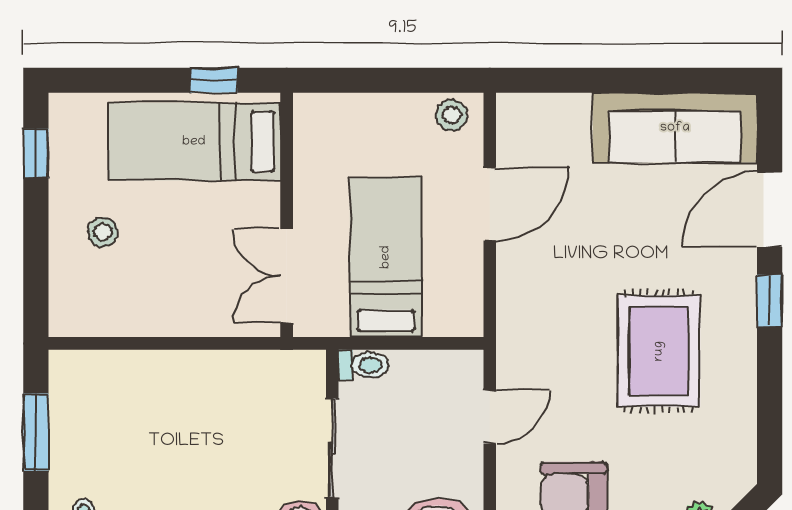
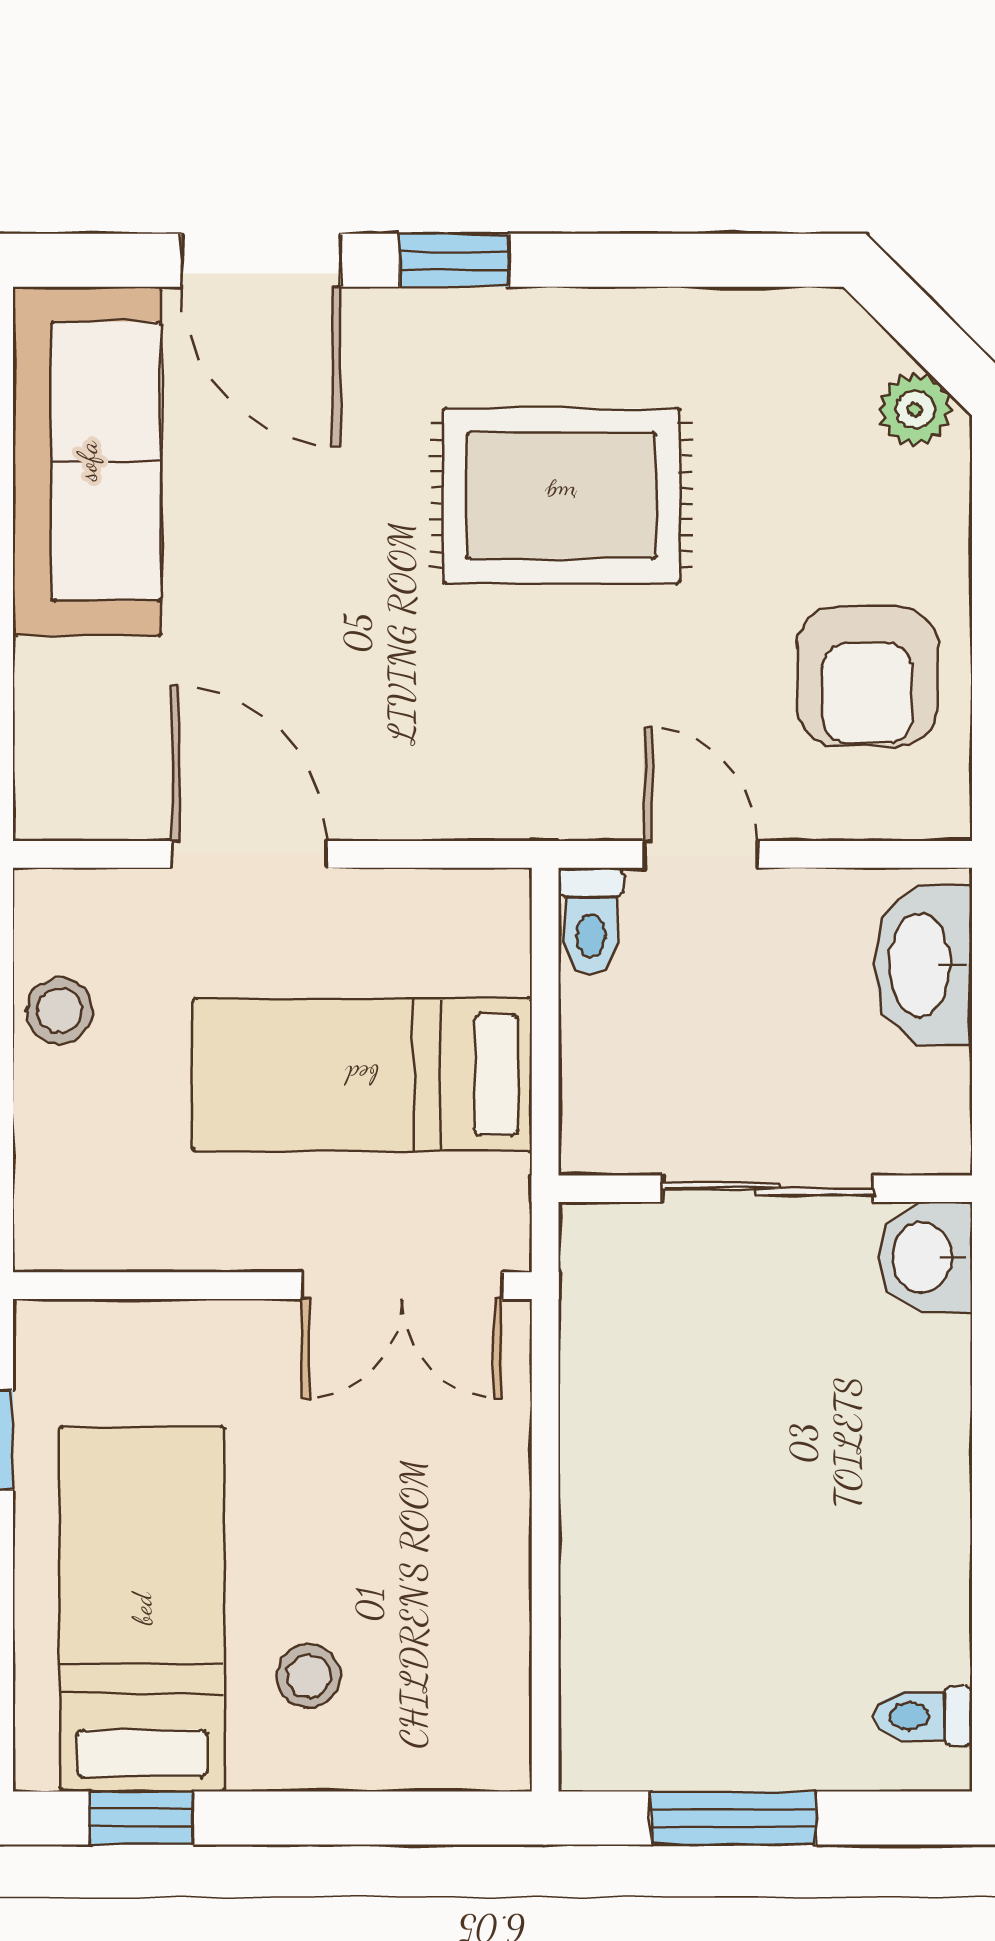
stool: (452, 115) -> (60, 1011), moved
bed: (194, 142) -> (142, 1609), moved, turned 180
toilet: (364, 365) -> (591, 921), moved, turned 180

